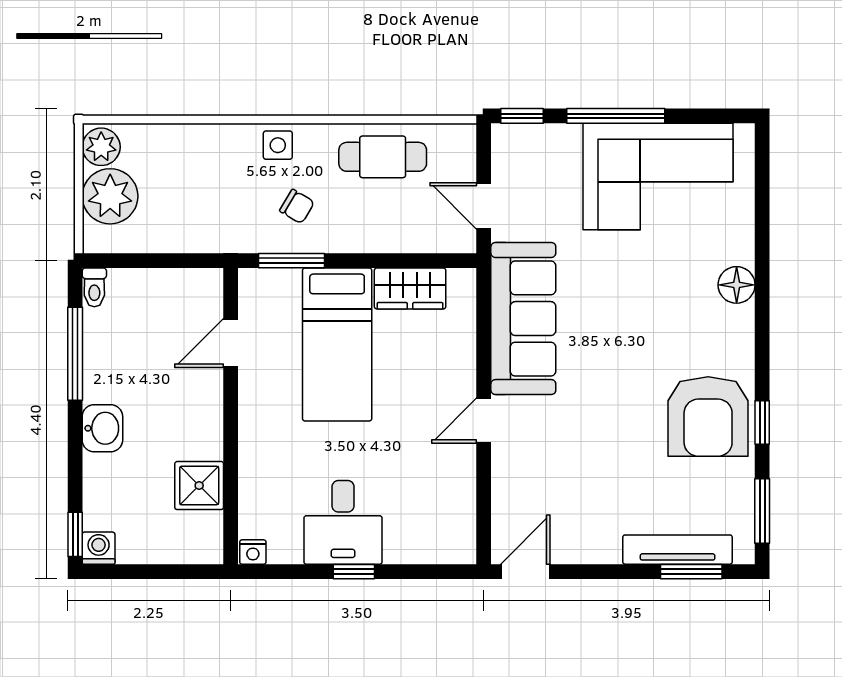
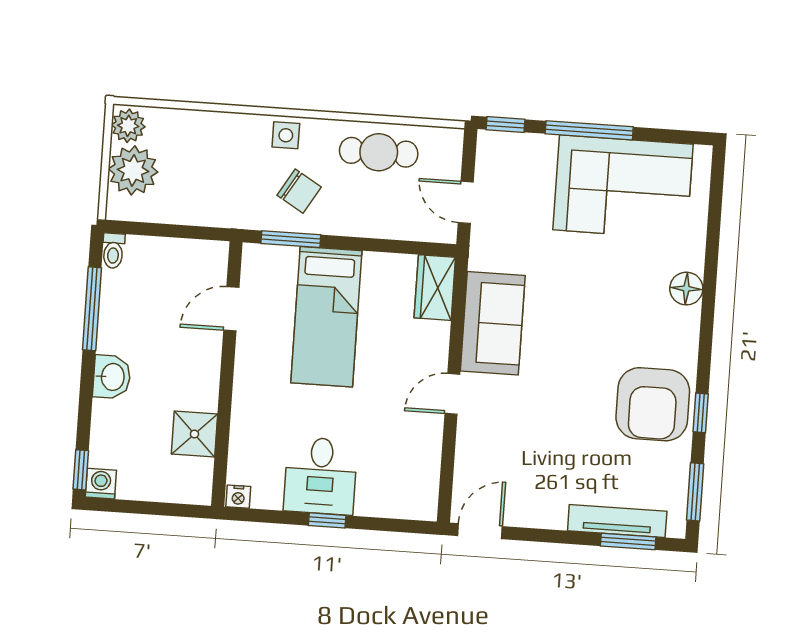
chair: (297, 206) -> (299, 191), width x1.37, depth x1.37
wardrobe: (410, 288) -> (435, 288), moved, turned 90
sofa: (523, 319) -> (493, 323), width x0.73

